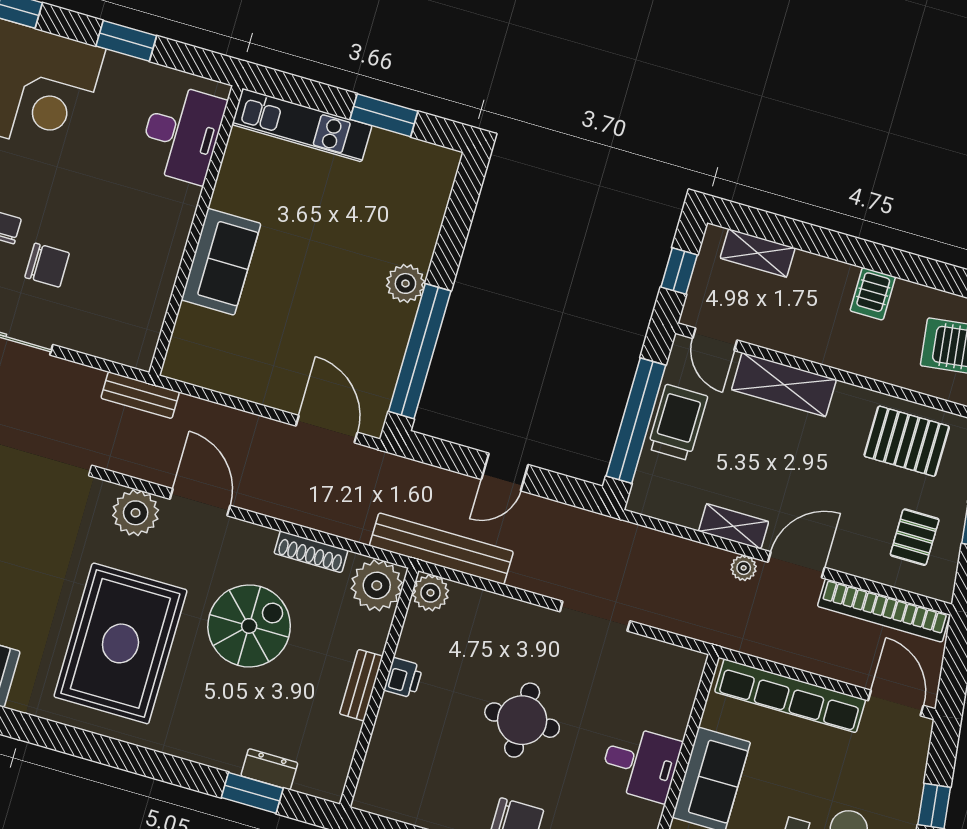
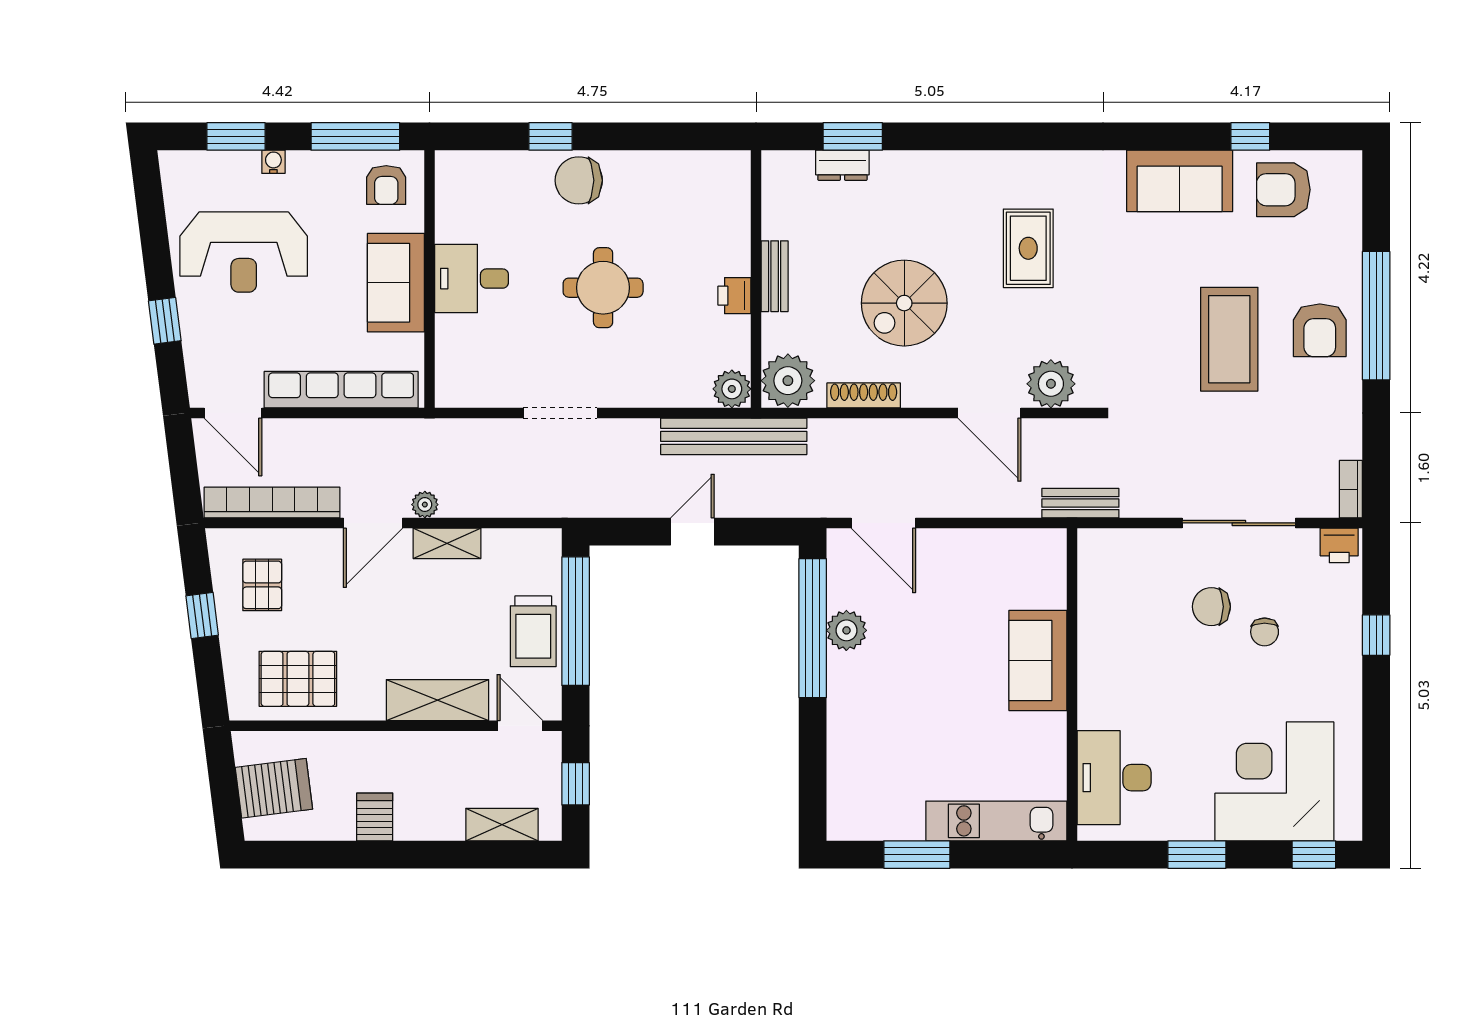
plant: (405, 283) -> (846, 630), moved
rug: (120, 643) -> (1028, 248), width x0.54, depth x0.49

